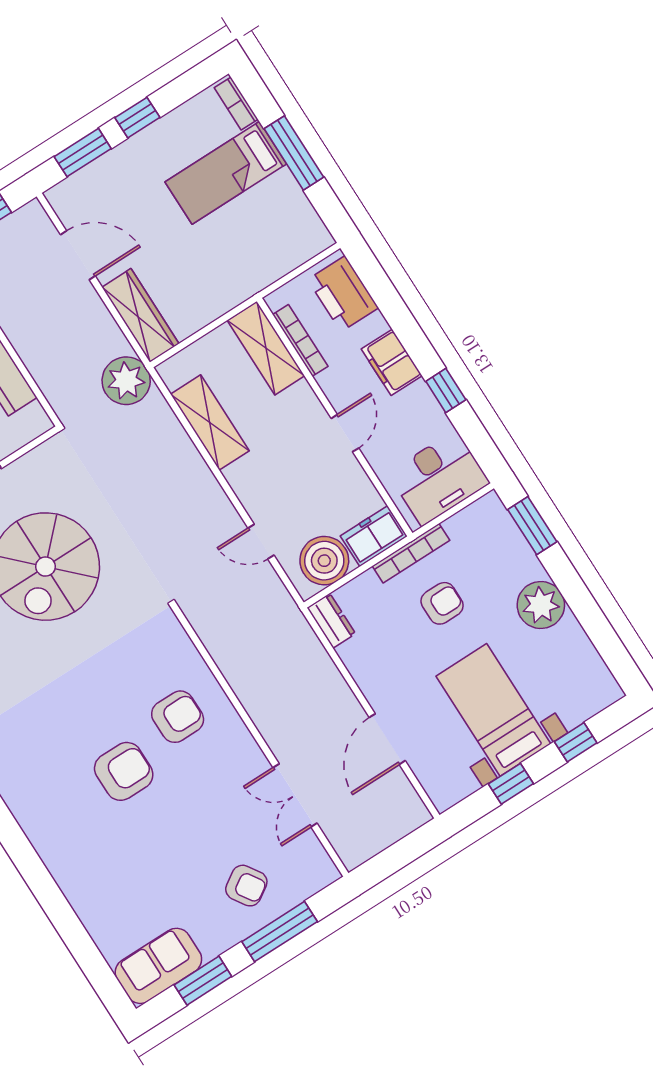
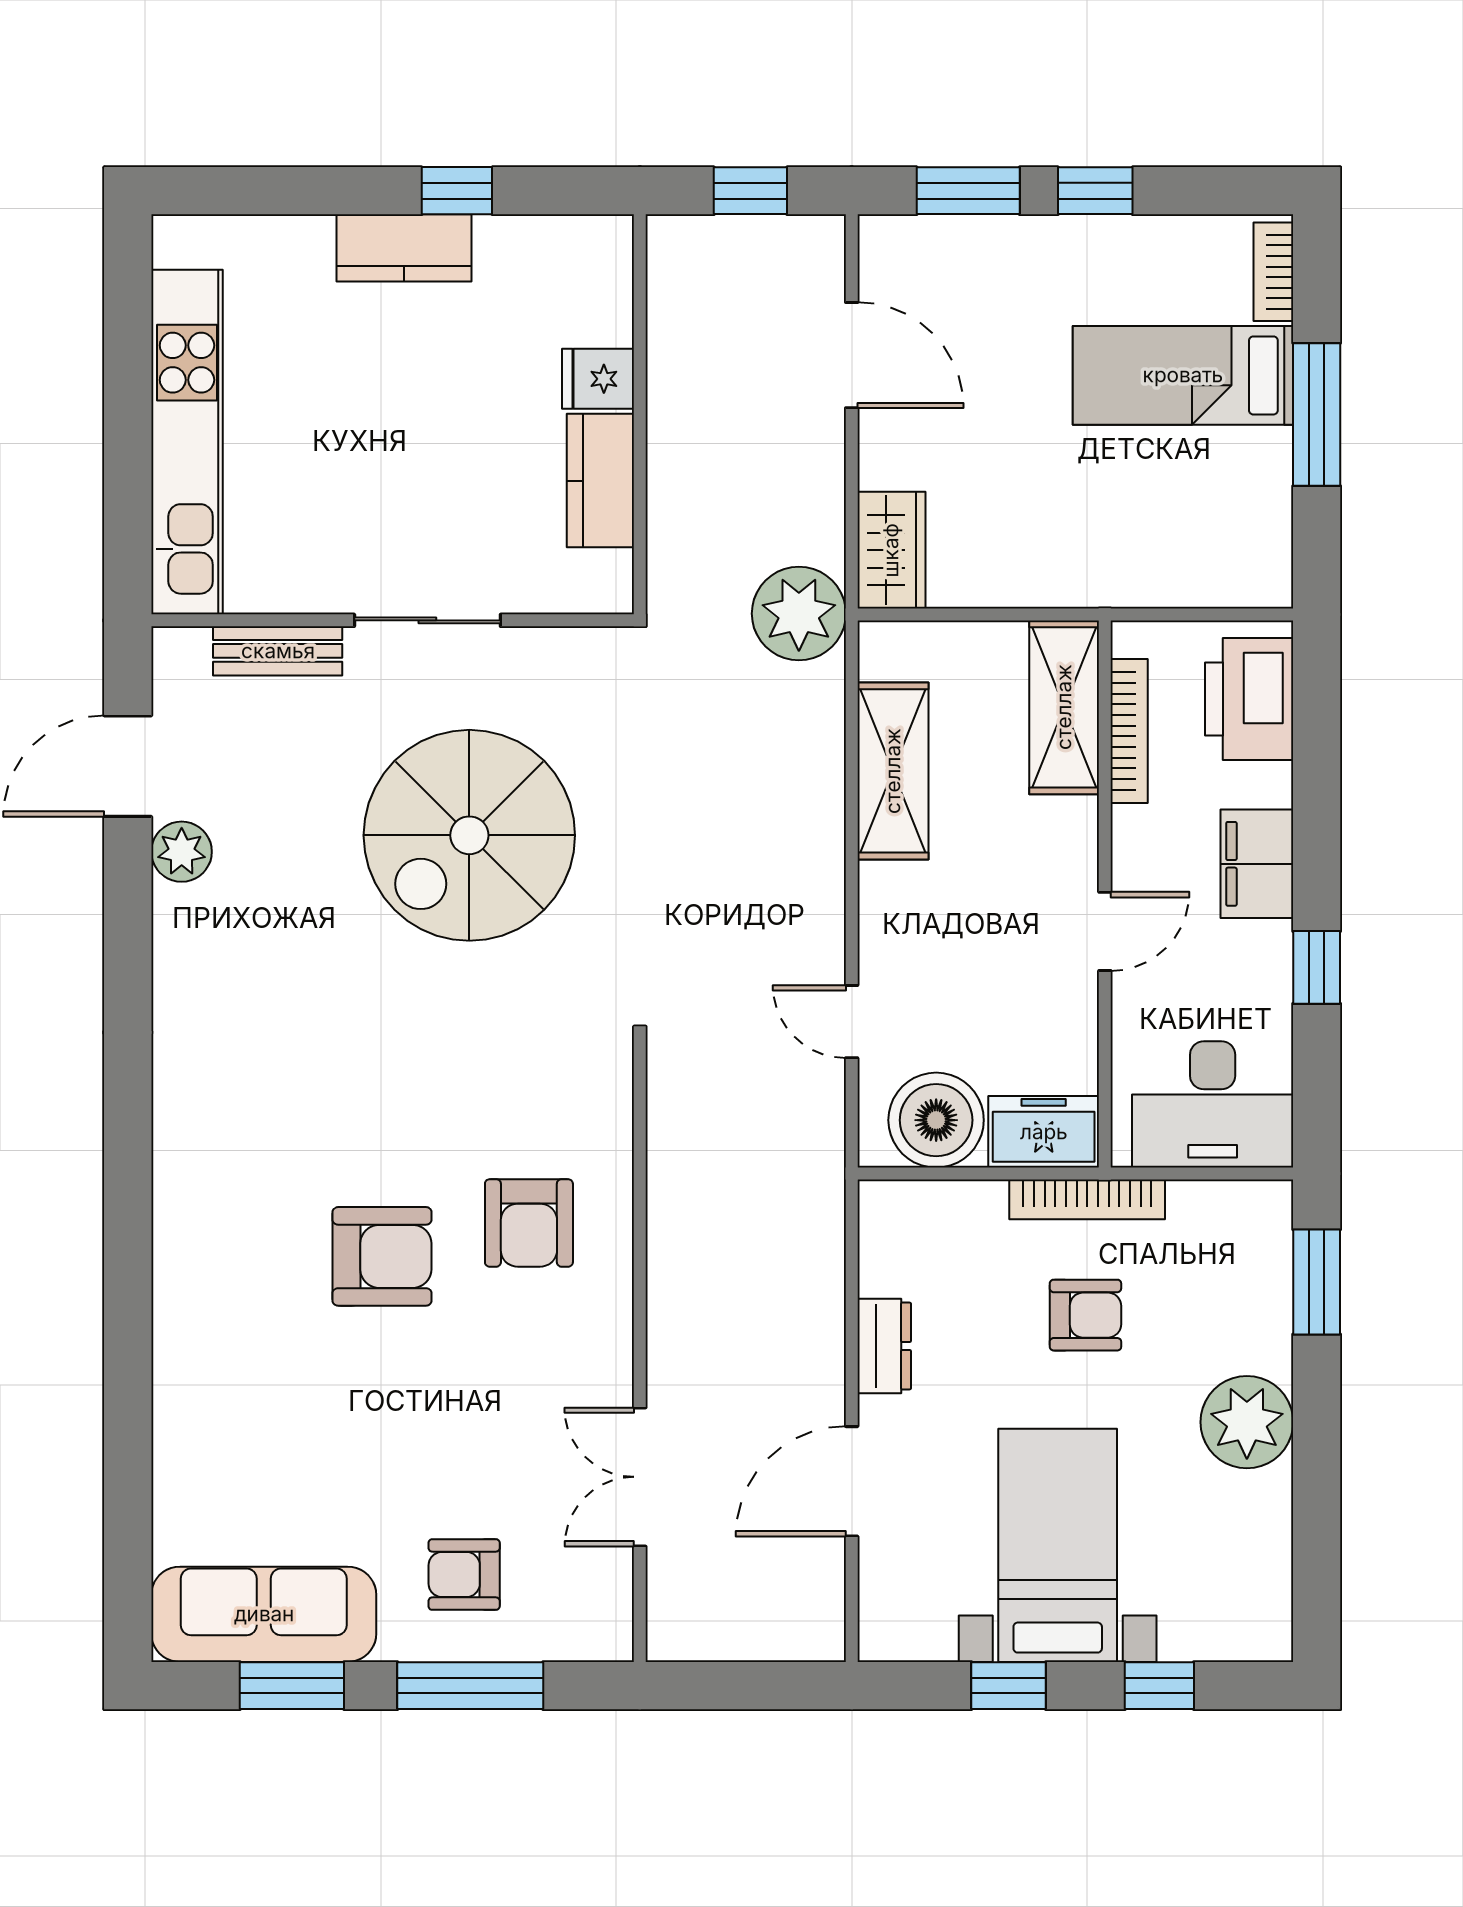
wardrobe: (140, 315) -> (891, 550), width x0.67
dresser: (331, 621) -> (884, 1346), moved
armchair: (178, 717) -> (529, 1223), turned 90
armchair: (246, 886) -> (464, 1575), turned 123
sofa: (158, 966) -> (264, 1614), width x1.36

